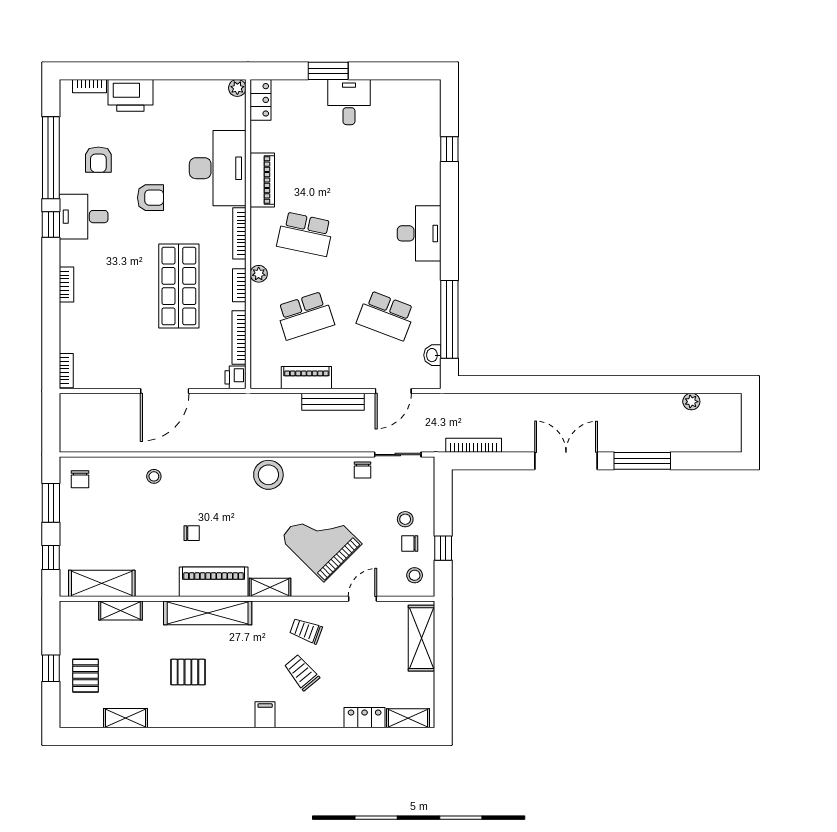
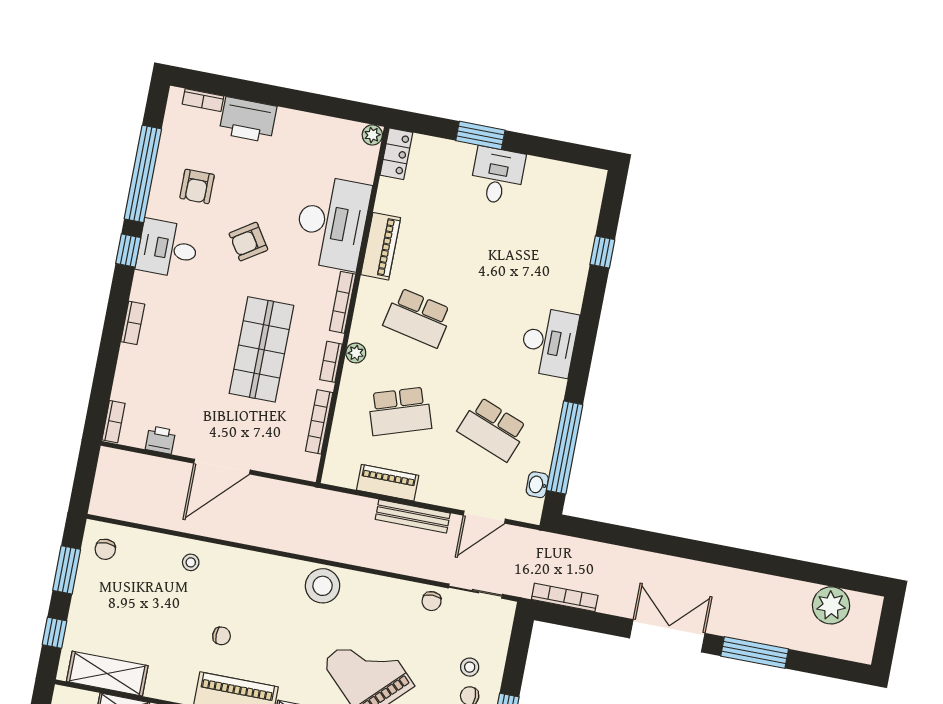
armchair: (150, 198) -> (248, 242), turned 147
printer: (236, 377) -> (160, 440), moved, turned 90
plant: (691, 402) -> (831, 605), width x1.88, depth x1.88

